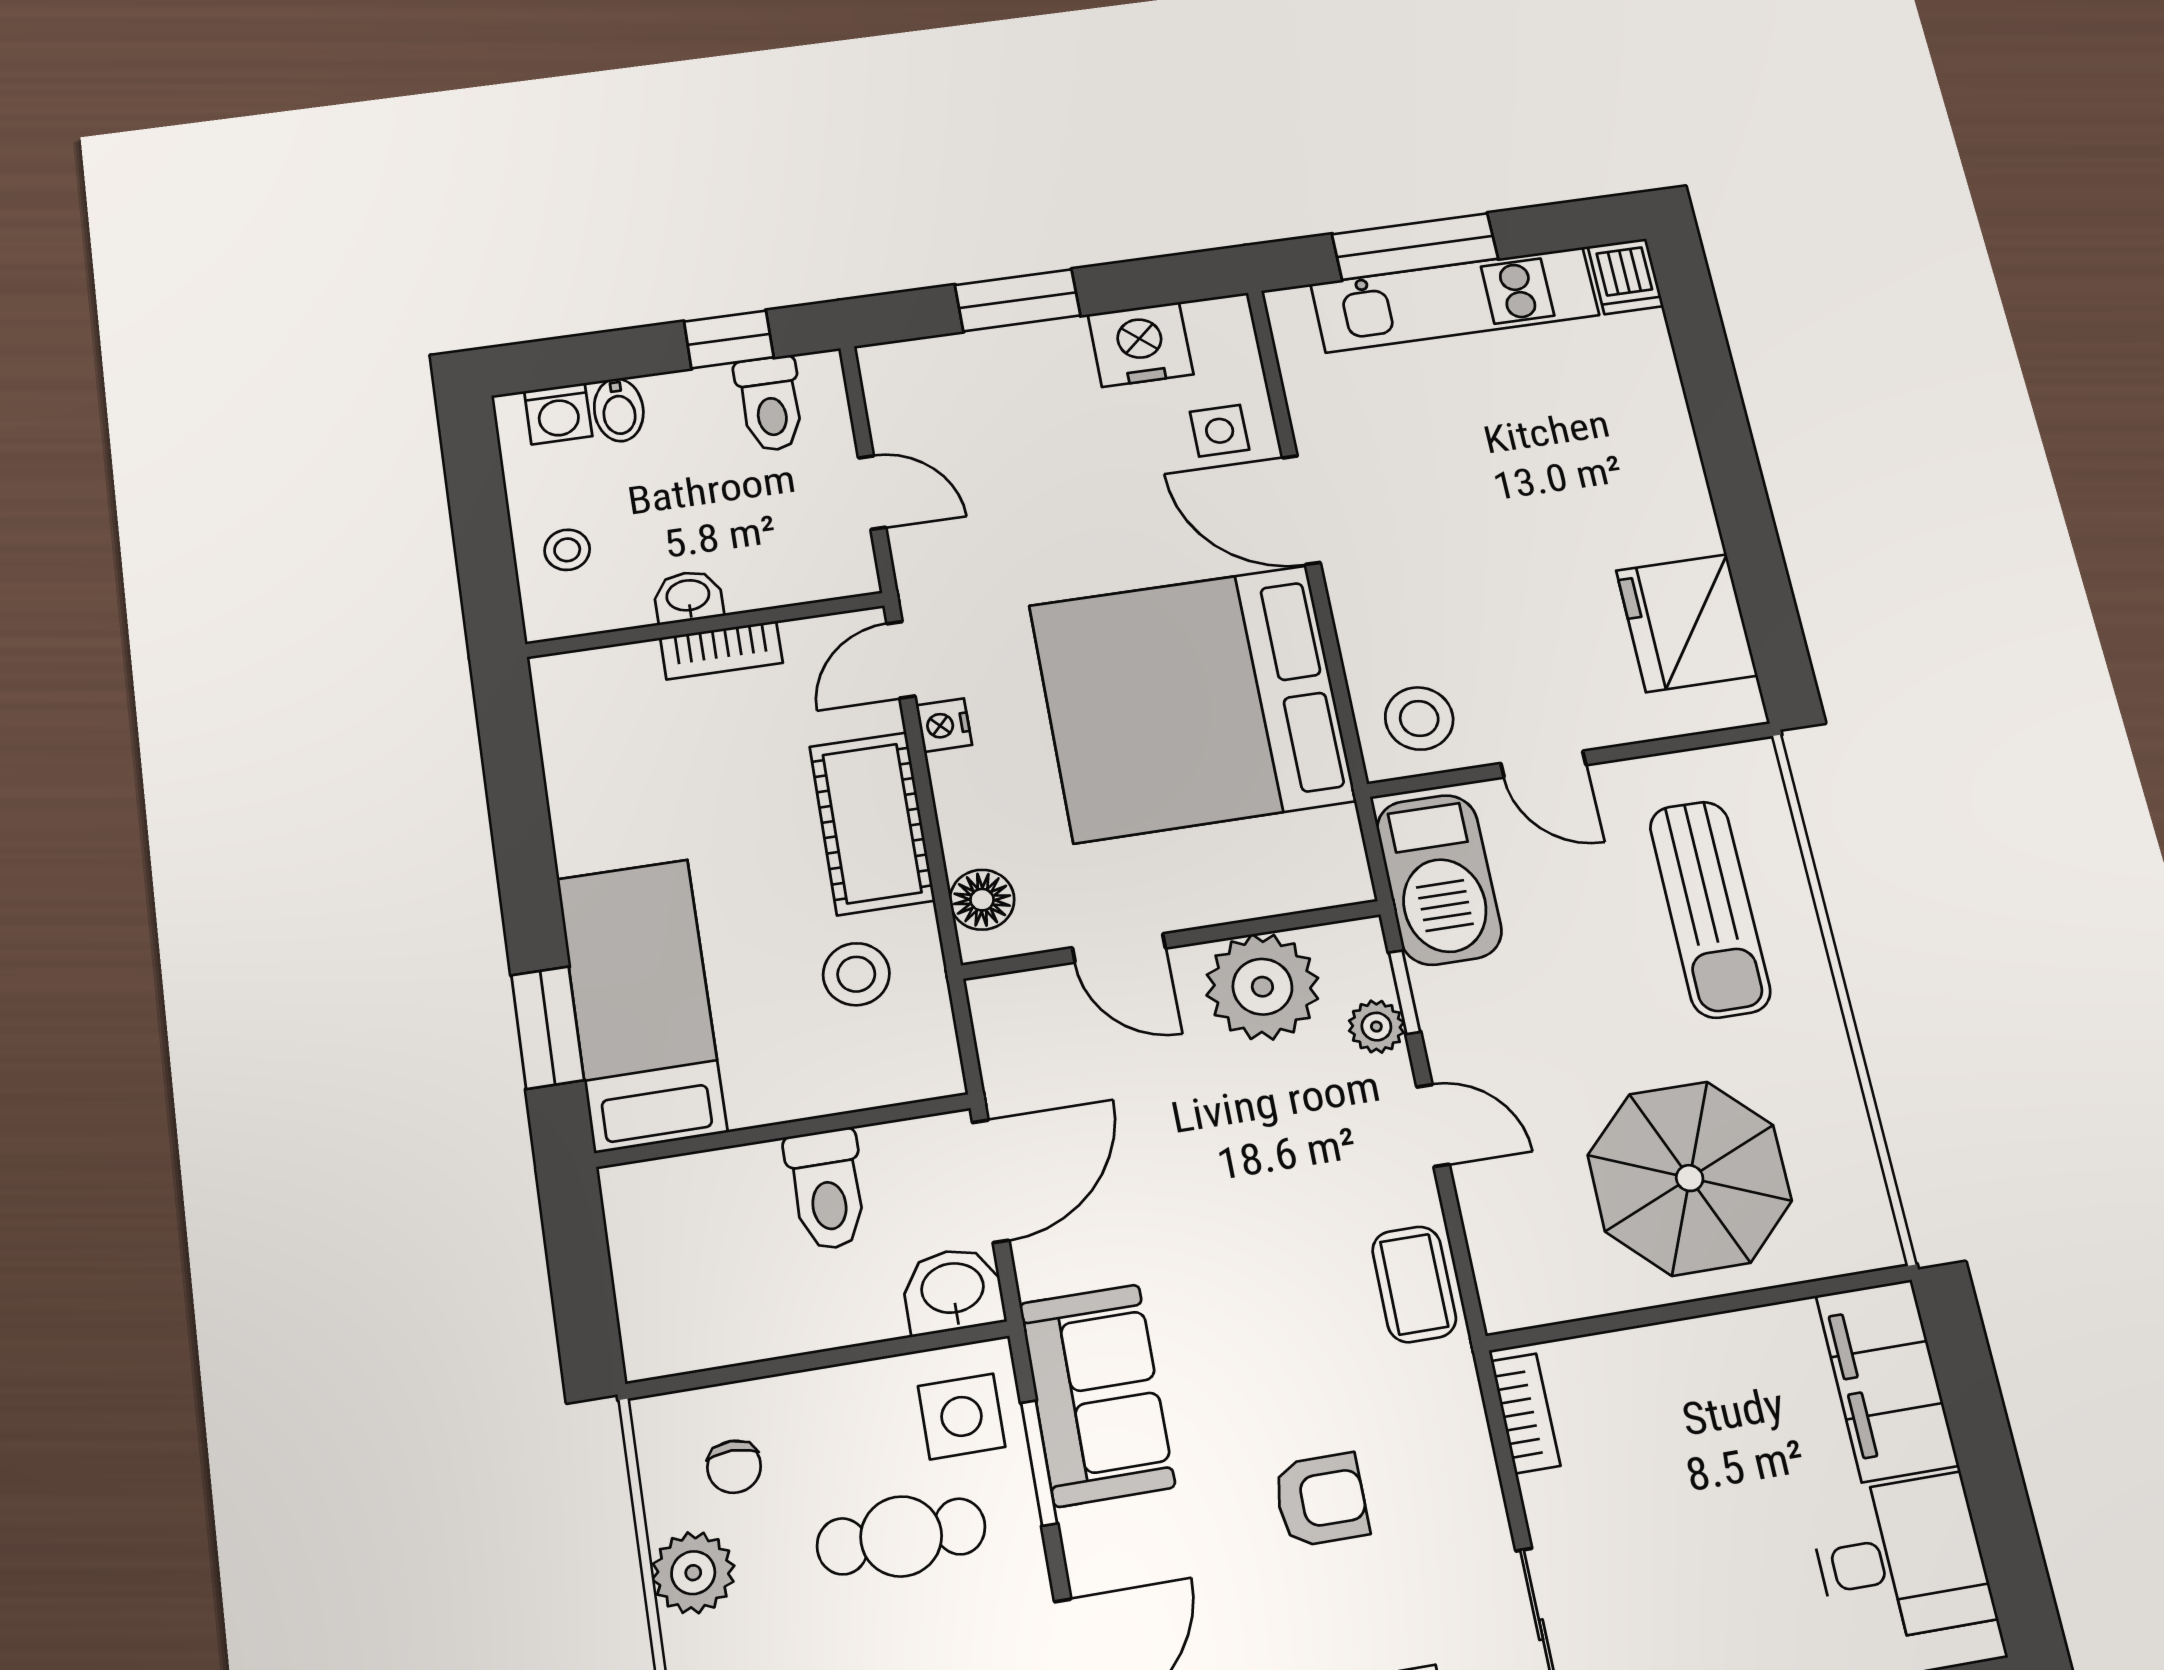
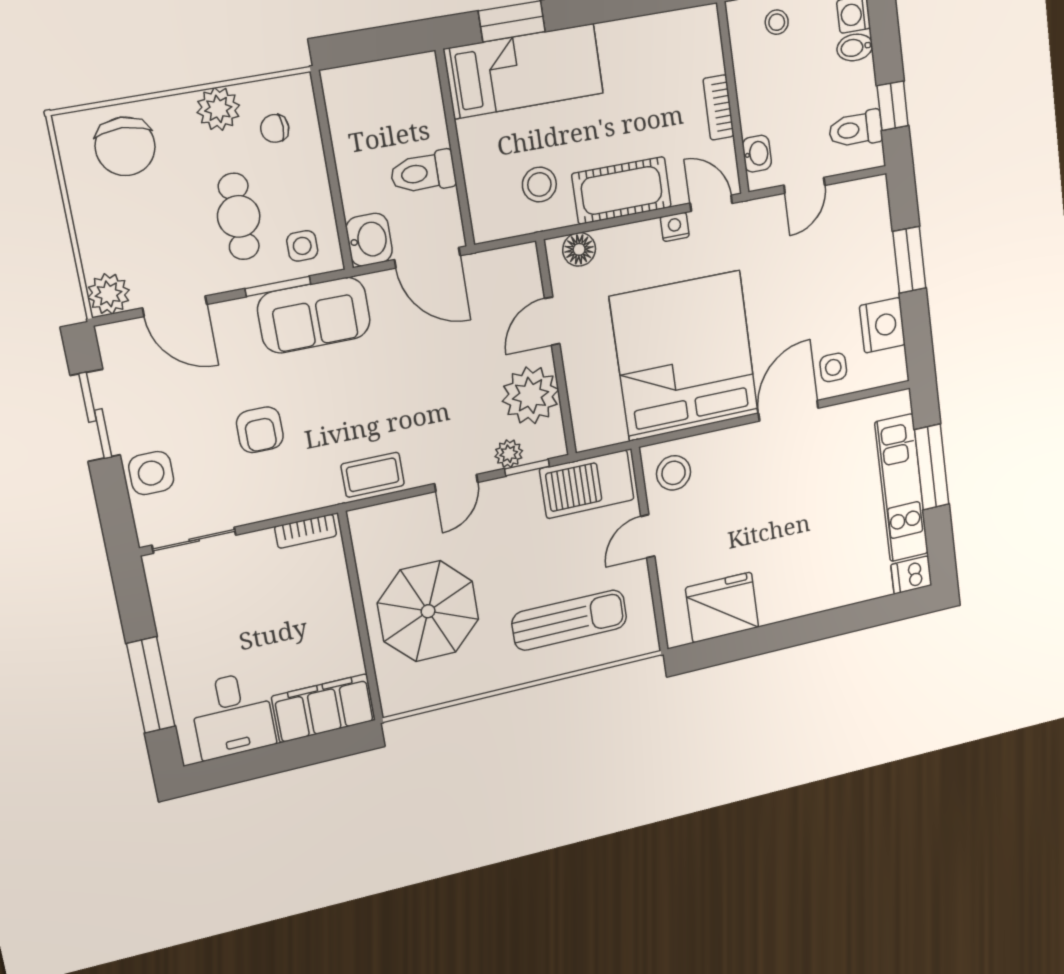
washbasin: (688, 597) -> (757, 154), moved
sun lounger: (1710, 909) -> (569, 620), turned 180
side table: (962, 1416) -> (302, 246), width x0.73, depth x0.73

